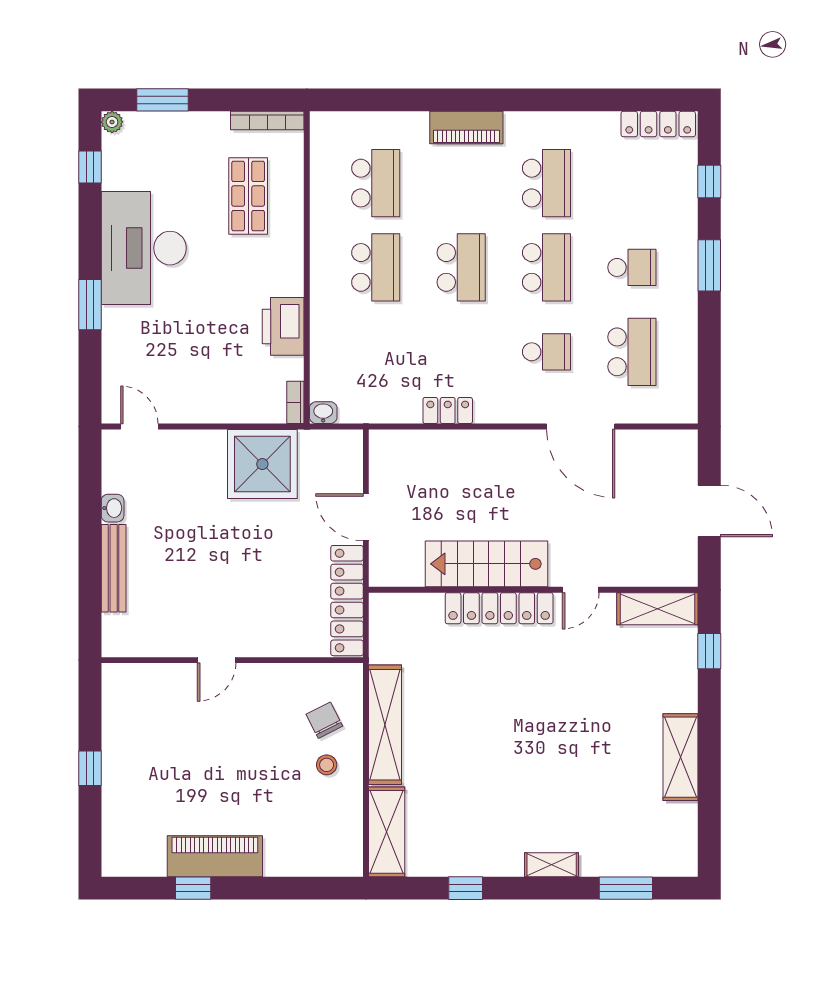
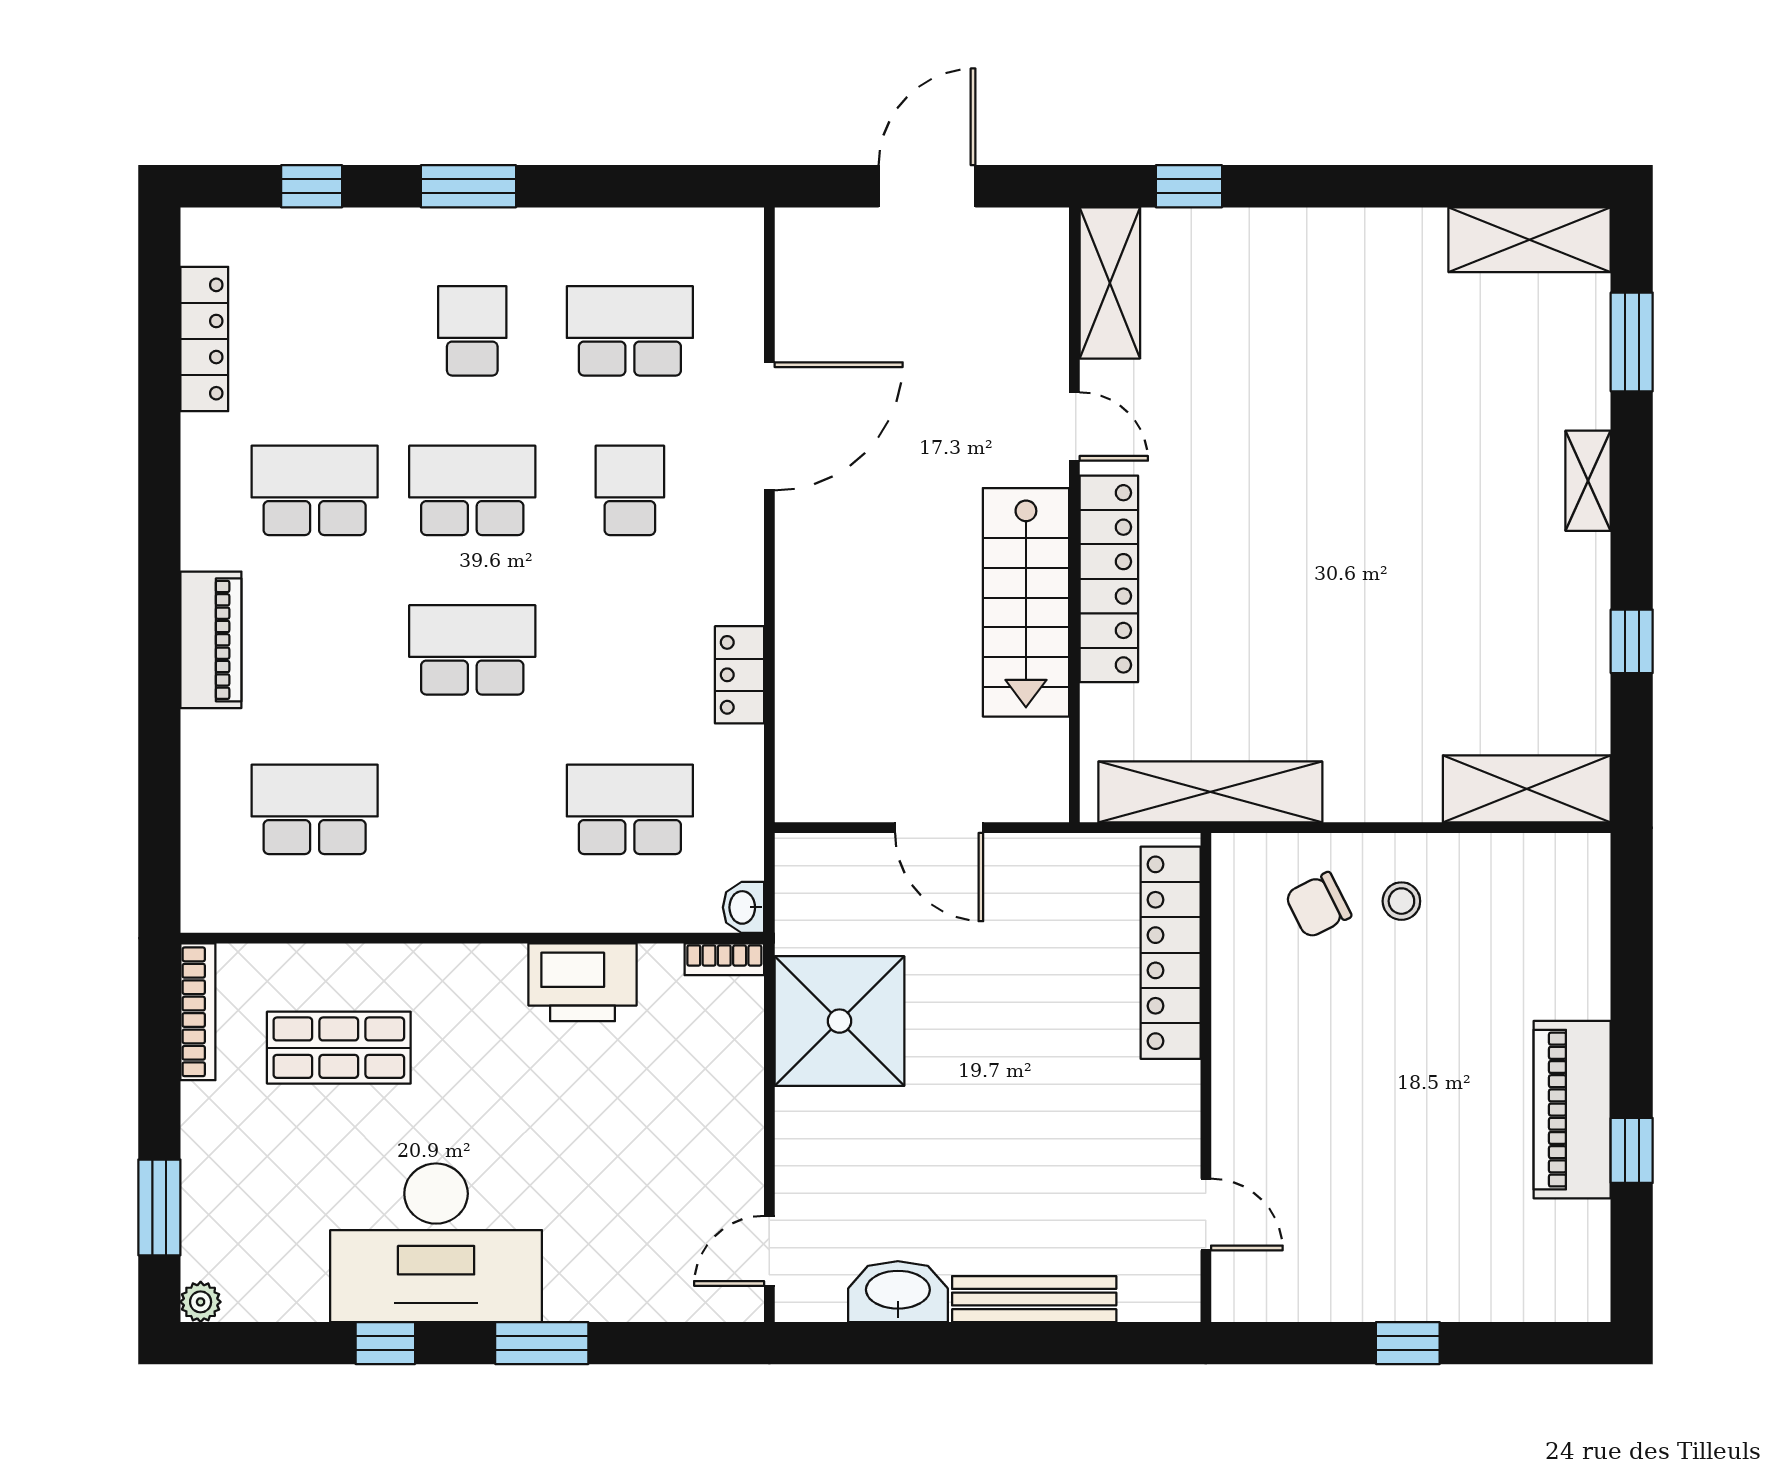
locker: (658, 124) -> (204, 339), moved
window: (90, 167) -> (385, 1343), moved
school desk: (376, 267) -> (630, 809), moved
washbasin: (113, 508) -> (898, 1292), width x1.91, depth x1.45
door: (366, 517) -> (939, 828), hinge flipped
locker: (347, 601) -> (1171, 953), moved, turned 90
door: (217, 660) -> (1206, 1214), moved
shelving: (385, 725) -> (1210, 792), moved
shelving: (681, 757) -> (1530, 240), moved

